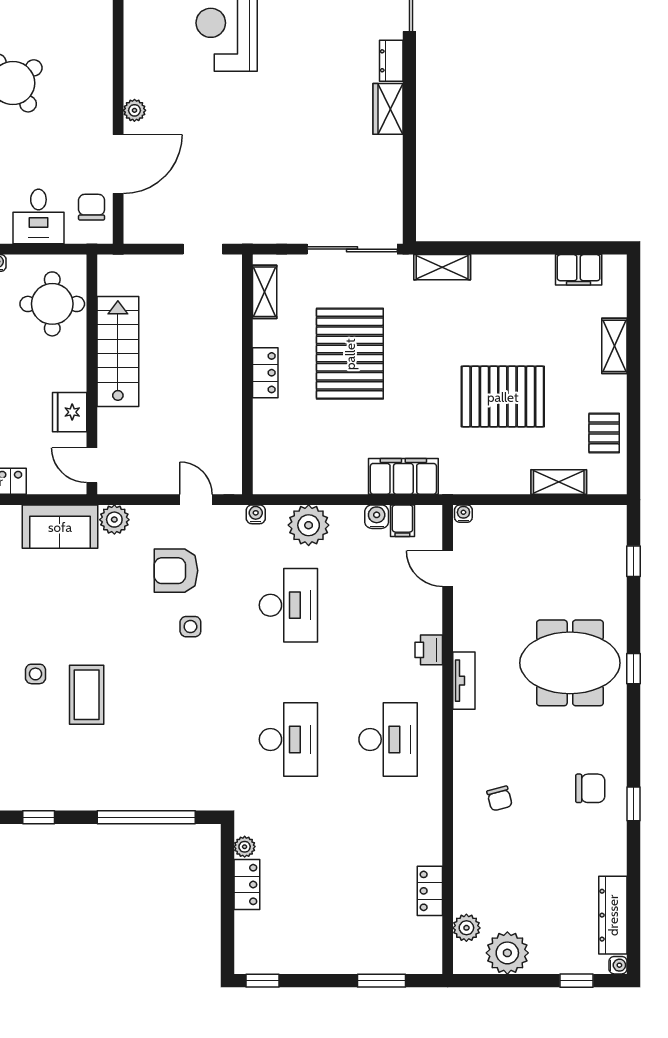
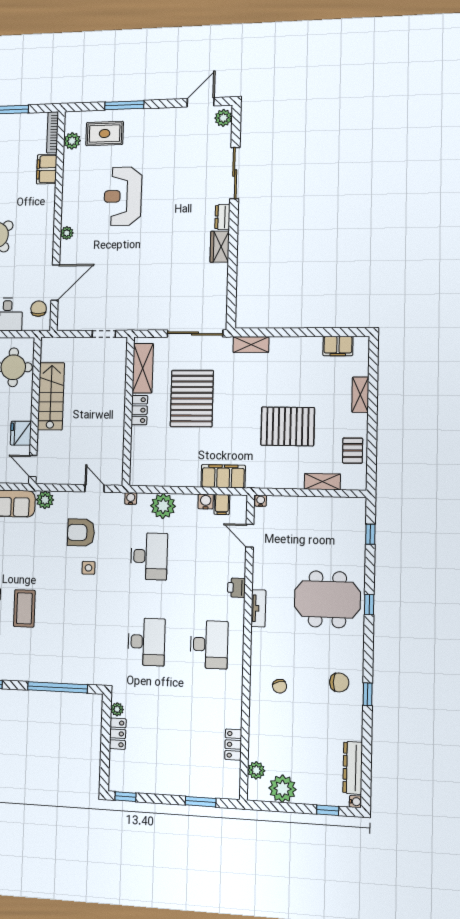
plant: (134, 110) -> (67, 233), moved
shelving: (265, 292) -> (143, 368), width x1.50, depth x1.33

